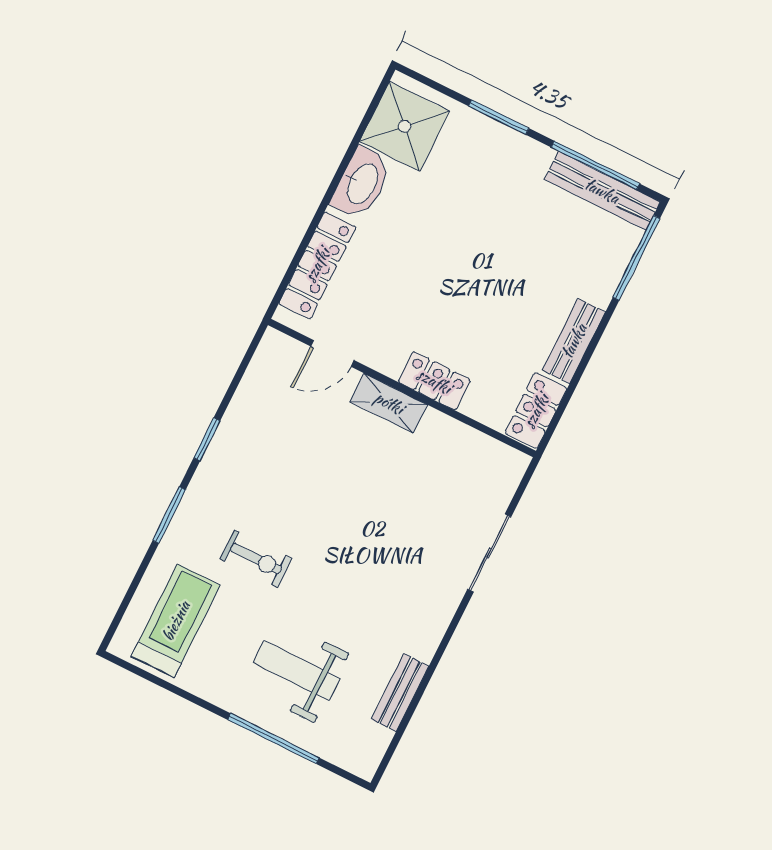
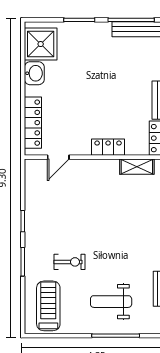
washbasin: (362, 183) -> (34, 73), width x0.72
shelving: (389, 403) -> (137, 167), moved

